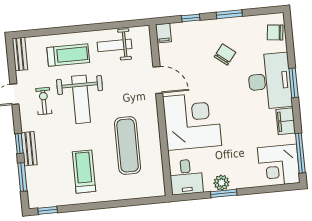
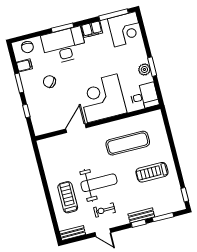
filing cabinet: (163, 33) -> (24, 65), moved
weight bench: (114, 45) -> (55, 164), removed

